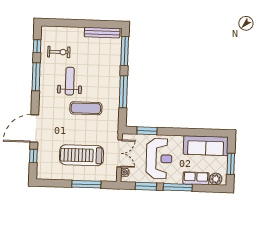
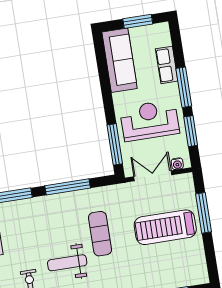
window: (147, 131) -> (115, 144), width x1.44
treadmill: (82, 155) -> (165, 227), turned 90
plant: (216, 179) -> (162, 38), removed

